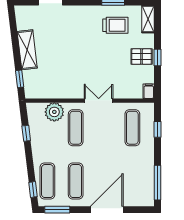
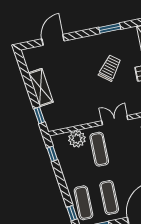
trolley: (115, 25) -> (110, 68), moved, turned -52
window: (26, 133) -> (52, 154), moved

